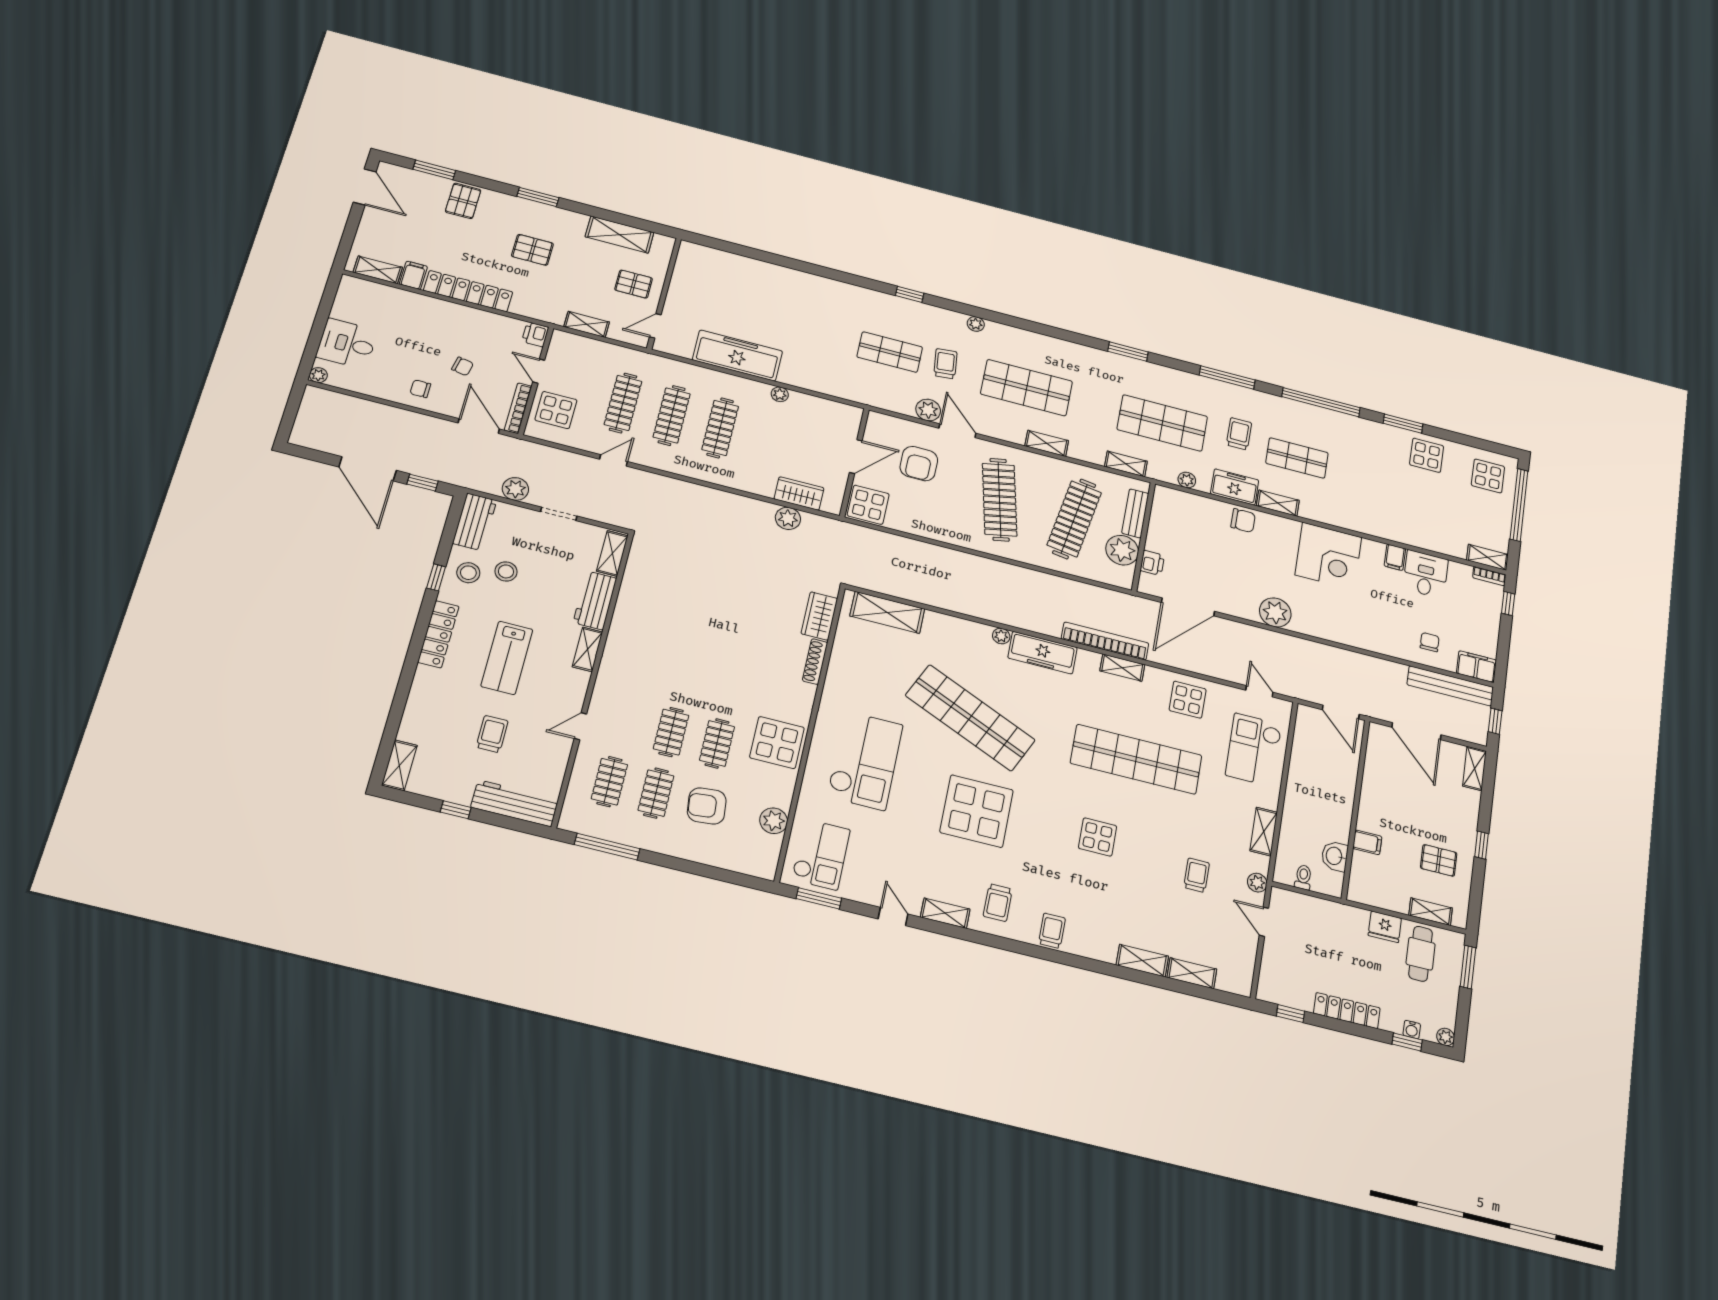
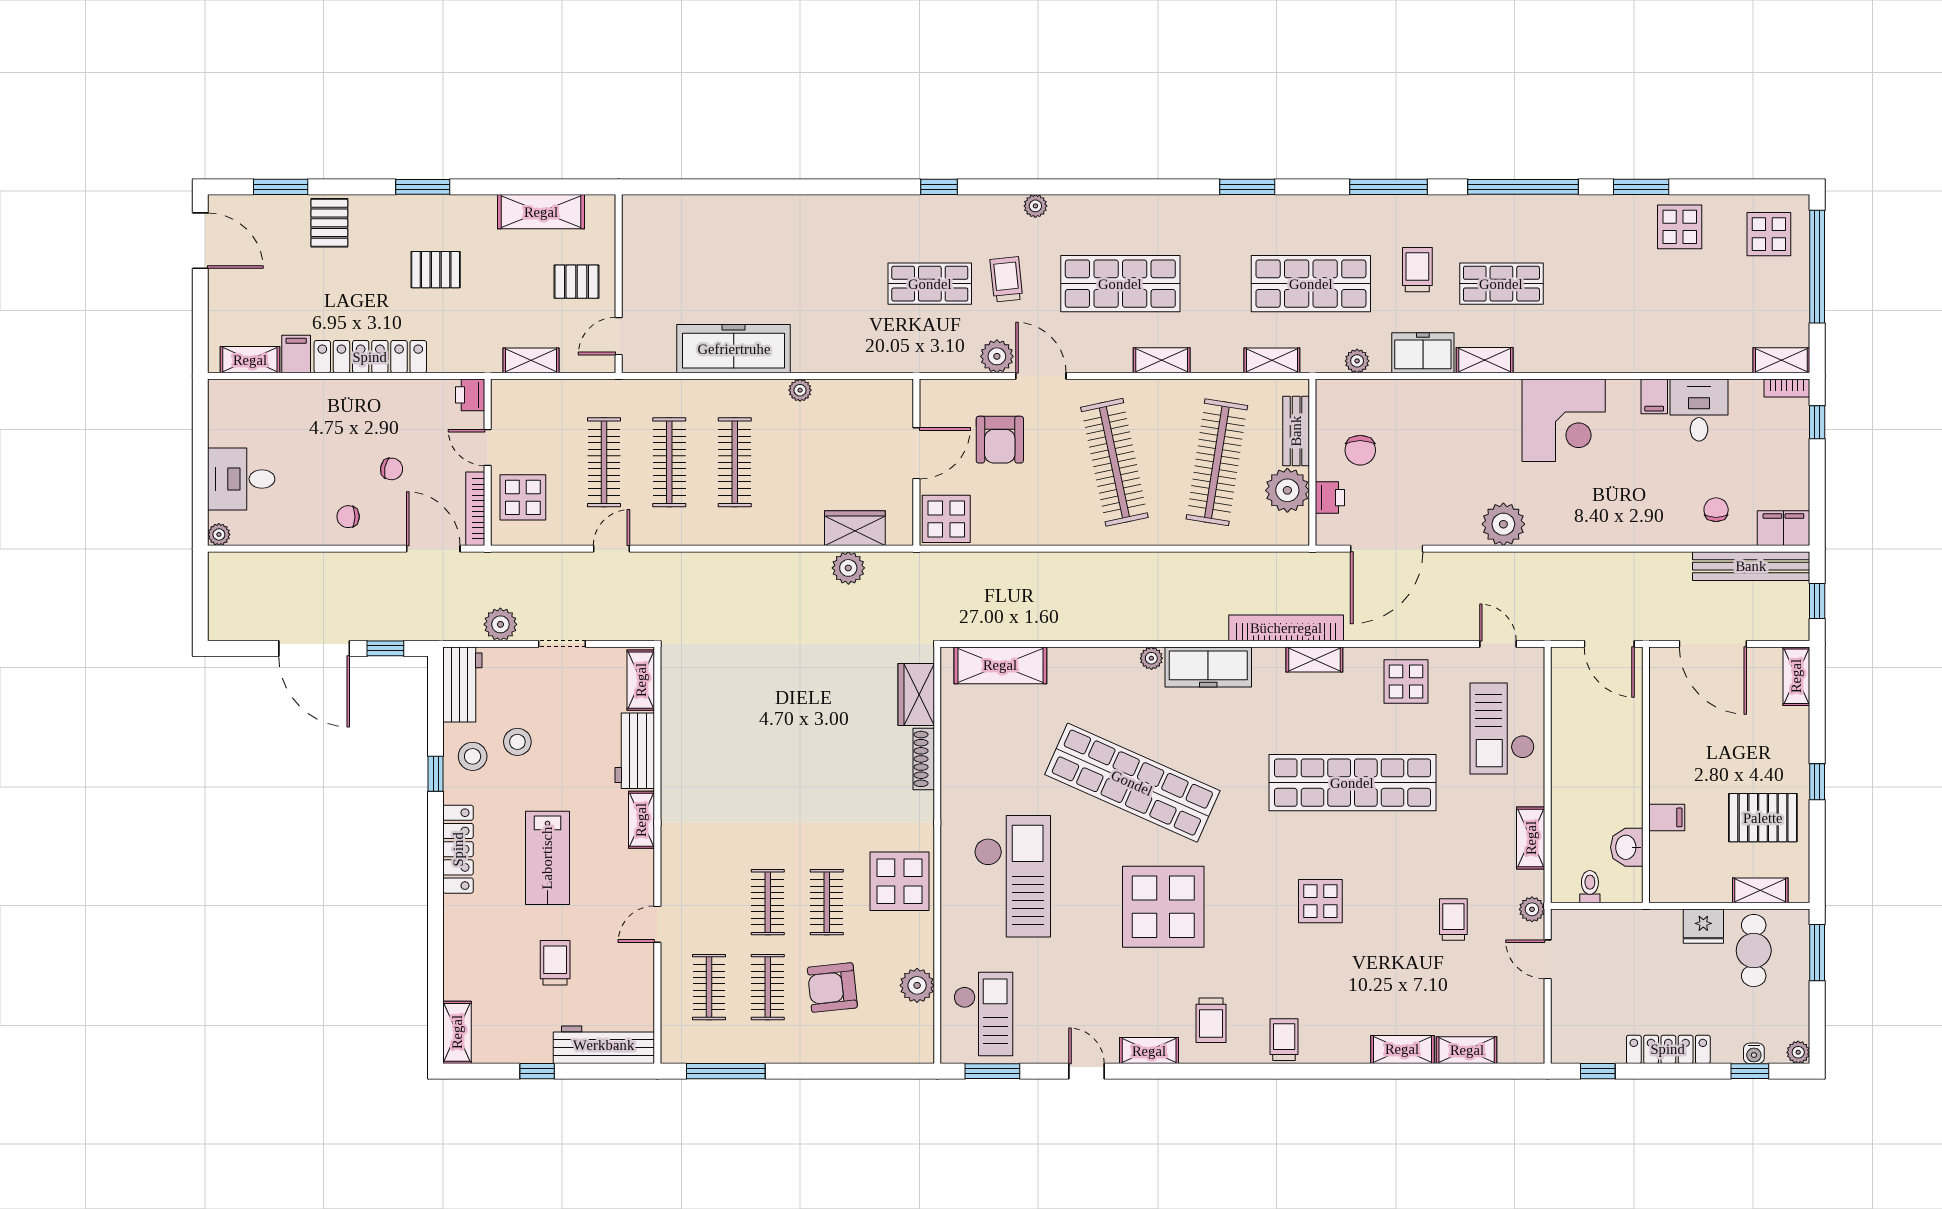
chair: (1243, 521) -> (1360, 450), moved, turned 90
pallet: (1439, 860) -> (1763, 818), width x1.50, depth x1.42

